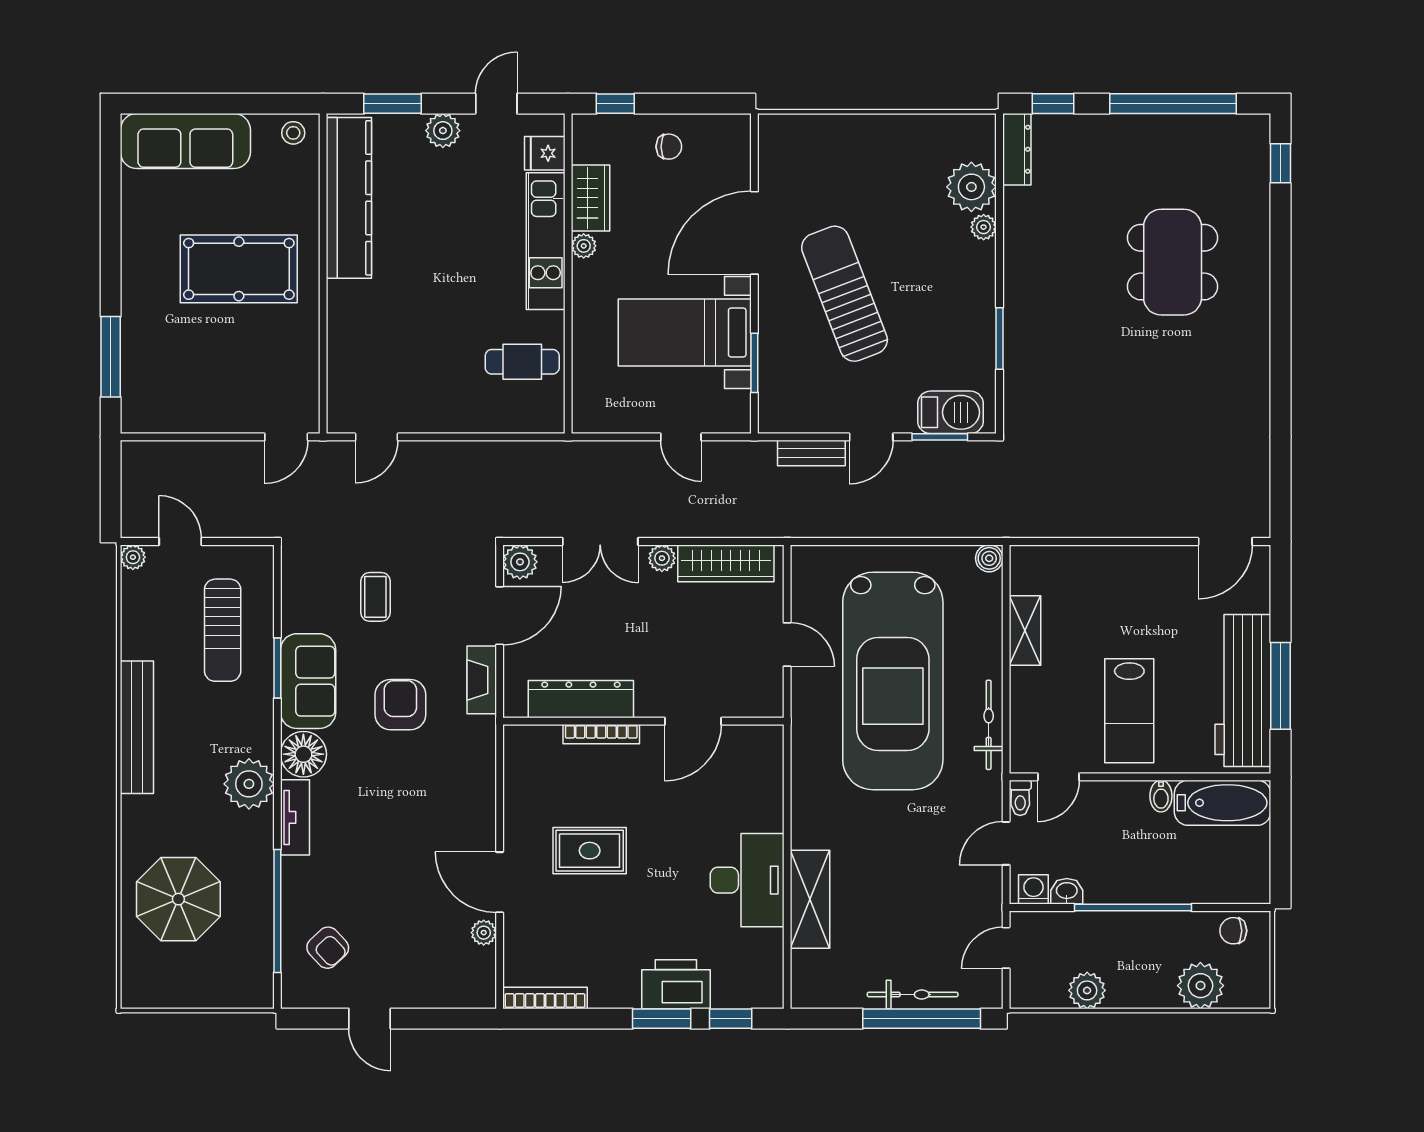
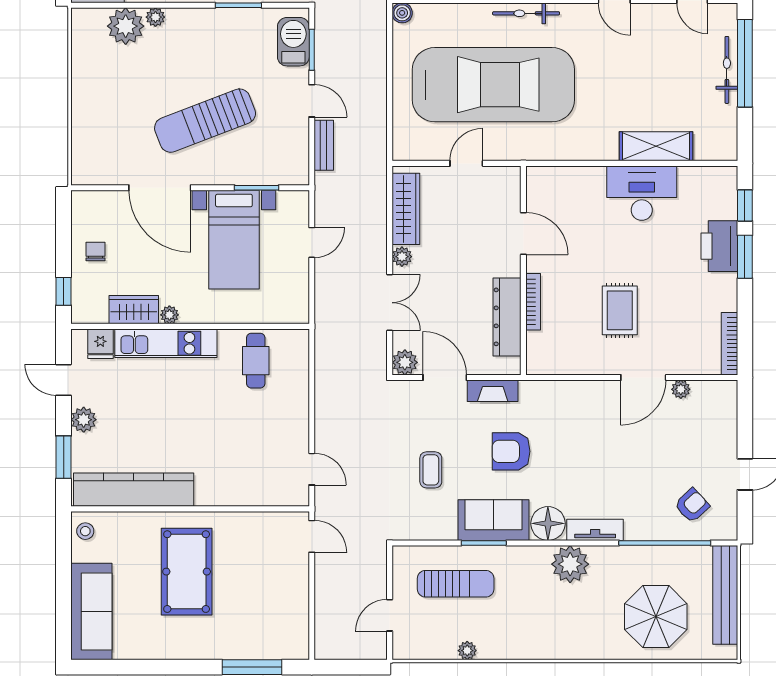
plant: (133, 557) -> (467, 651), moved
coffee table: (375, 597) -> (431, 470), turned 90
bench: (137, 727) -> (725, 595), moved, turned 90

